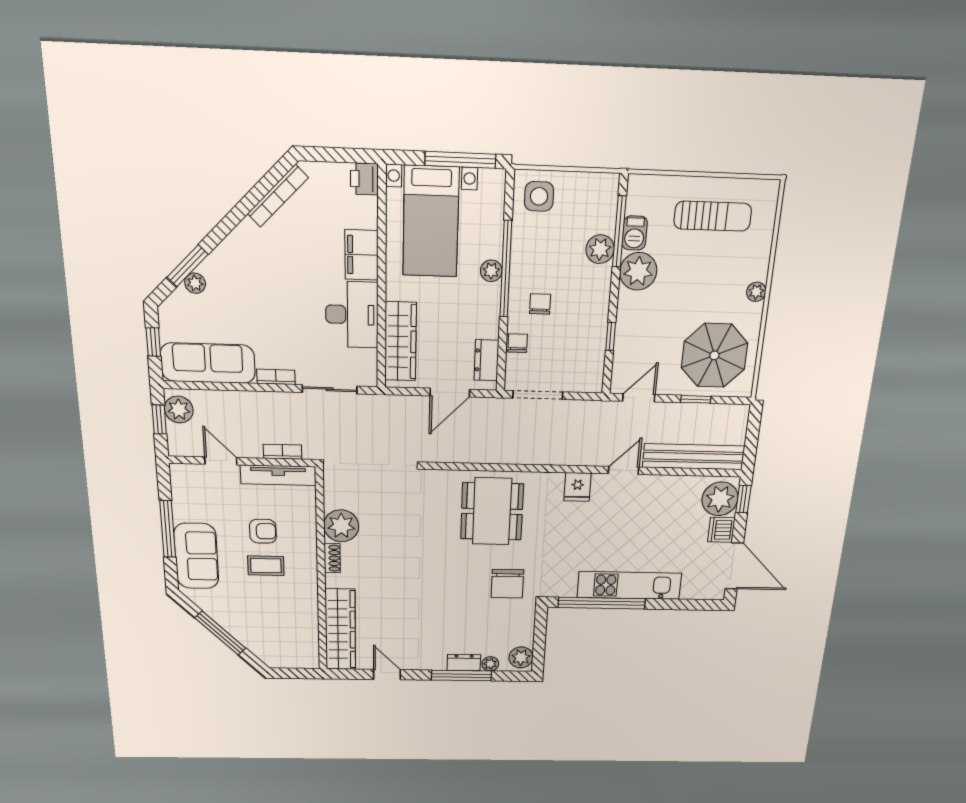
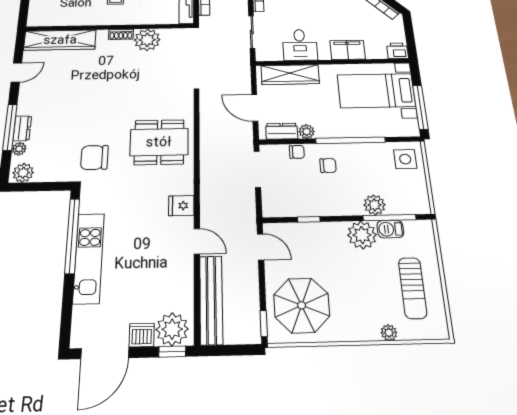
plant: (491, 271) -> (307, 132), moved
plant: (756, 292) -> (389, 333), moved
desk: (352, 315) -> (300, 45), width x0.73
window: (696, 399) -> (264, 323), moved

